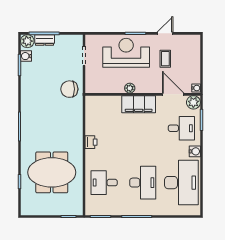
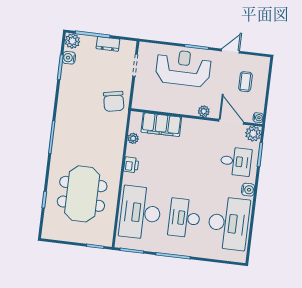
dresser: (45, 40) -> (108, 44), moved
coffee table: (165, 59) -> (245, 82), moved
plant: (130, 88) -> (204, 111), moved
chair: (69, 89) -> (114, 101), turned -101
filing cabinet: (139, 104) -> (161, 125), moved
plant: (90, 119) -> (133, 138), added
meeting table: (52, 172) -> (82, 194), turned 90
desk: (104, 183) -> (140, 213), width x1.87, depth x1.30
desk: (143, 183) -> (184, 218), turned 180

